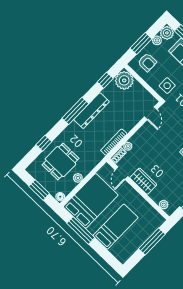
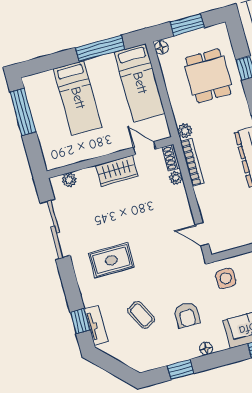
plant: (78, 178) -> (185, 131), moved
bed: (91, 201) -> (140, 83), width x0.67
window: (152, 241) -> (23, 112), moved

